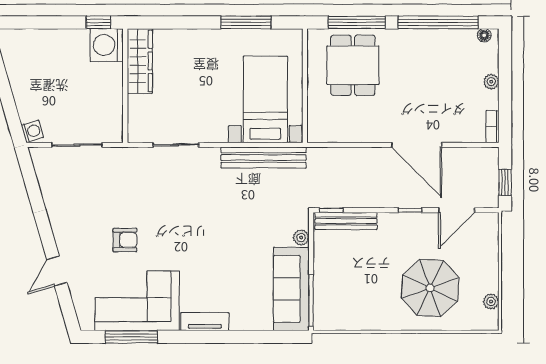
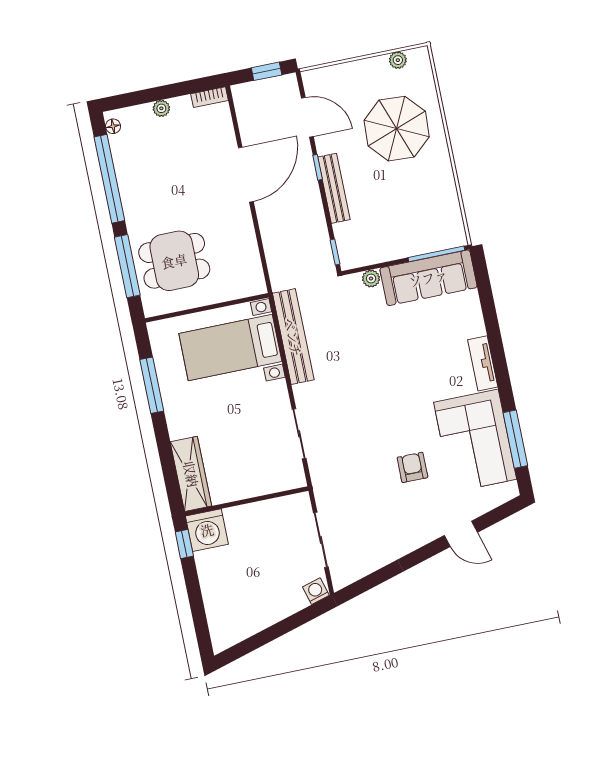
wardrobe: (140, 61) -> (191, 474), moved, turned 90
bench: (346, 221) -> (334, 188), moved

